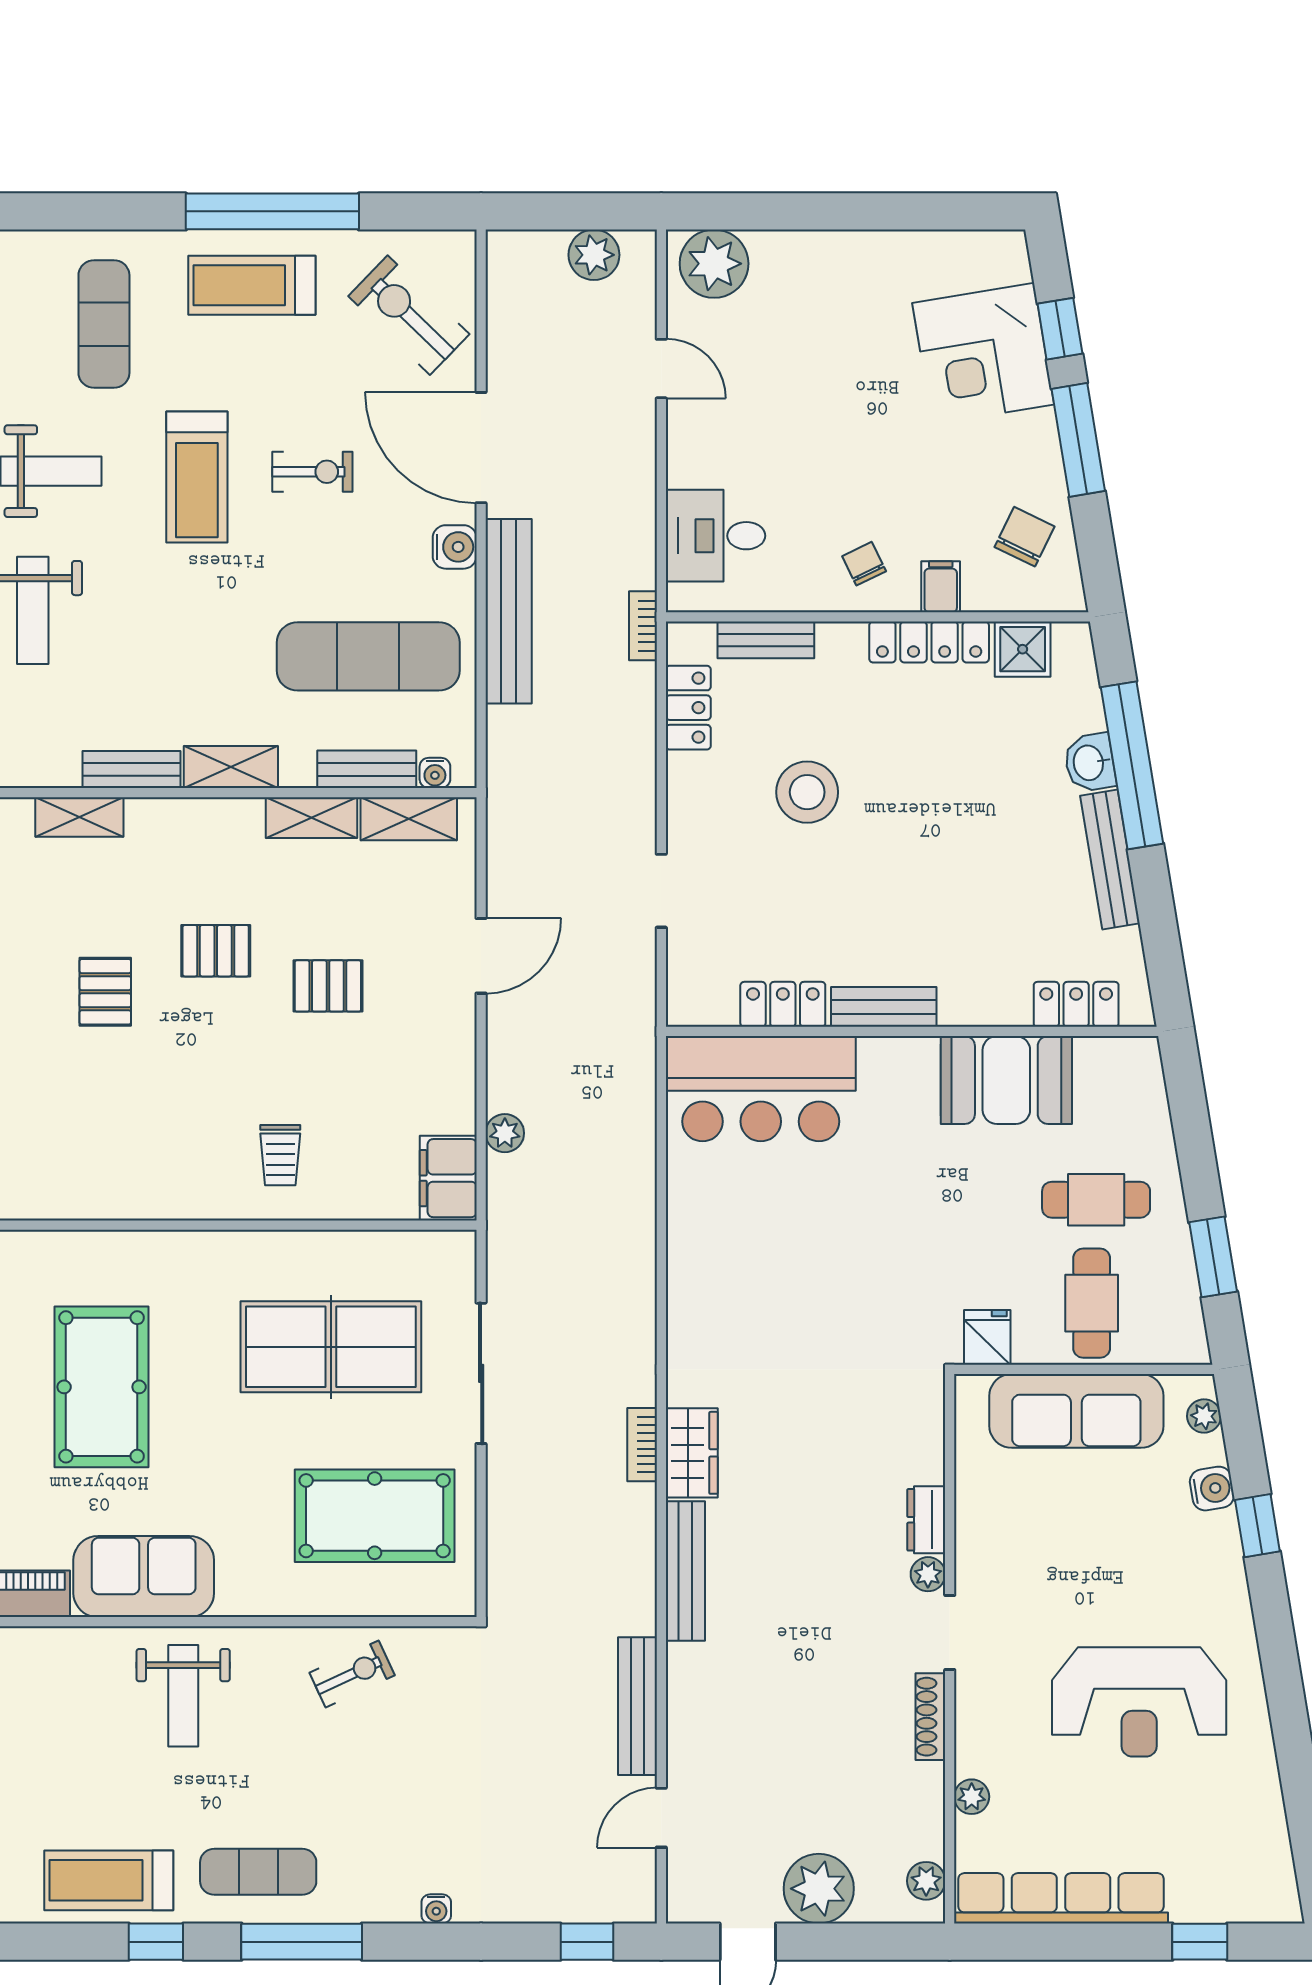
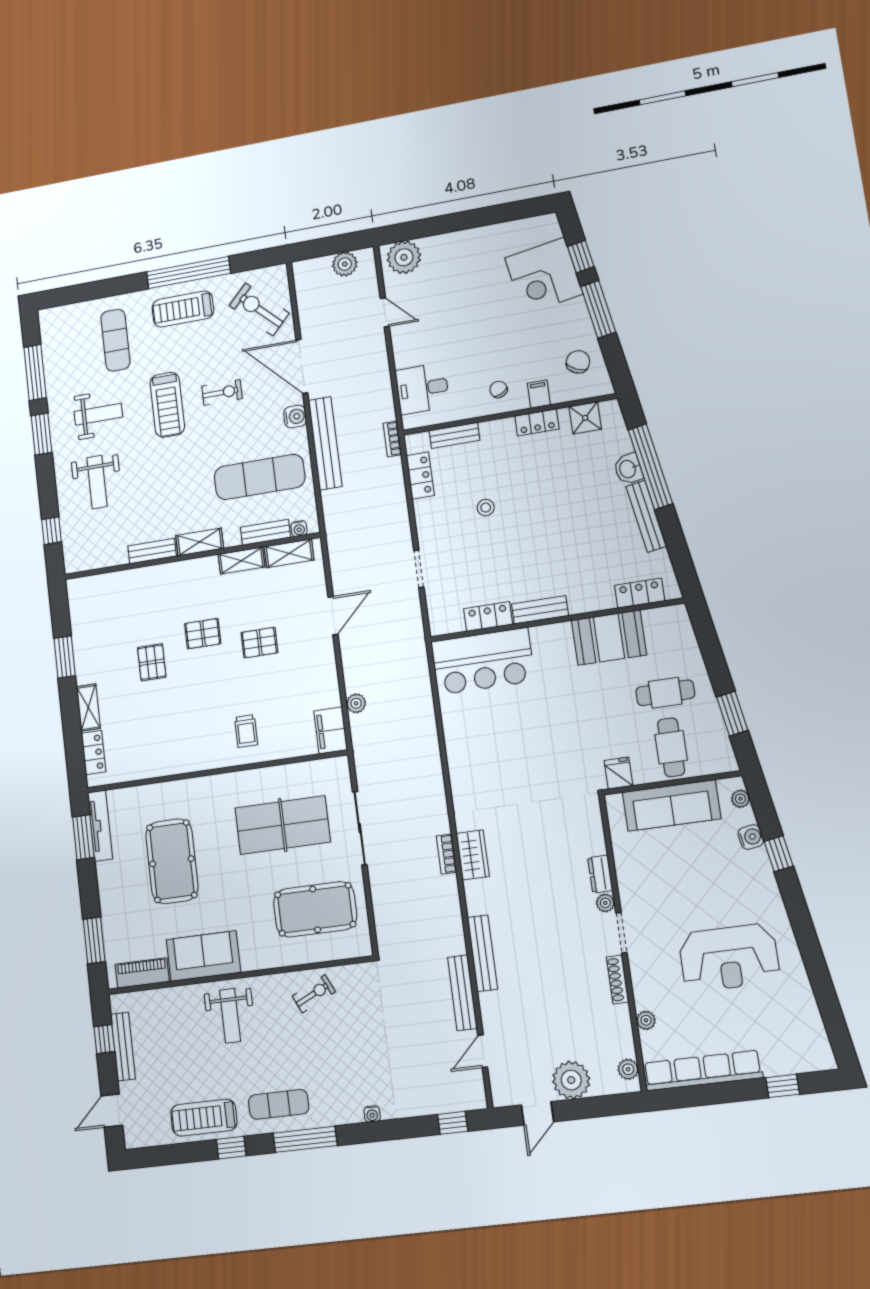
locker: (929, 642) -> (537, 422), width x0.66
stool: (807, 792) -> (486, 508), width x0.53, depth x0.53
shelving: (79, 817) -> (130, 578), removed
bench: (685, 1571) -> (482, 953), moved

